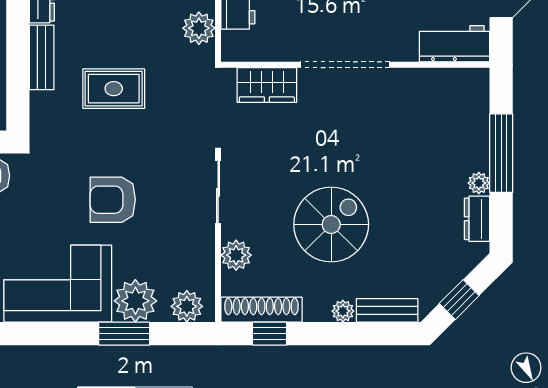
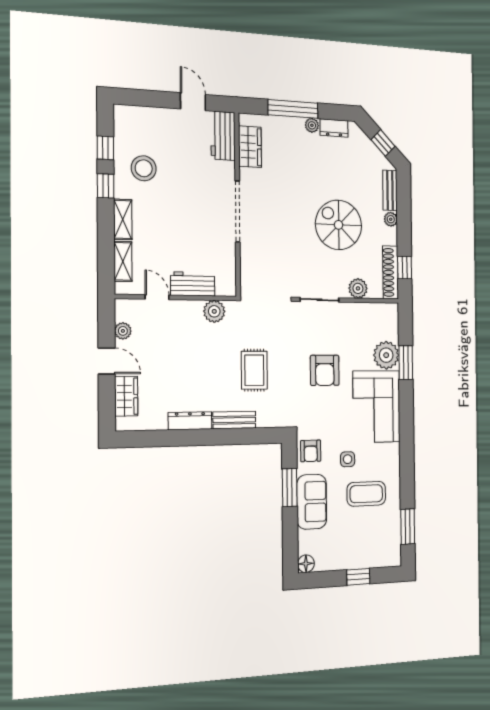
wardrobe: (267, 85) -> (250, 147), moved
plant: (187, 306) -> (389, 321), removed

